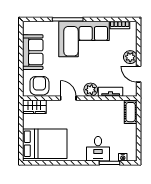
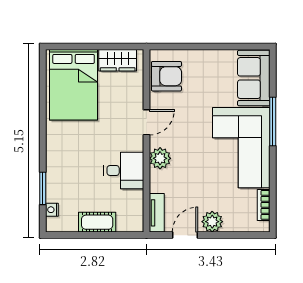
sofa: (33, 52) -> (254, 78), moved, turned 90
tv unit: (111, 92) -> (157, 213), moved
wardrobe: (34, 107) -> (118, 60), moved, turned -90
cot: (131, 112) -> (97, 222), moved
desk: (98, 149) -> (124, 171), moved, turned 180

